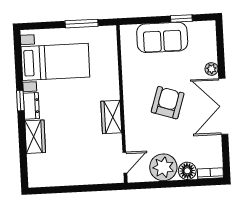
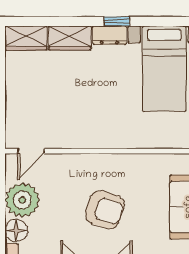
wardrobe: (111, 117) -> (26, 38), moved, turned 180
door: (125, 163) -> (31, 151), hinge flipped

